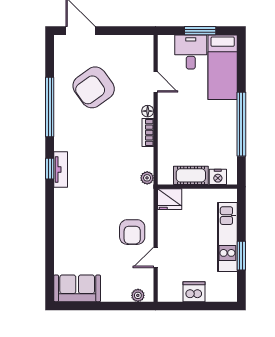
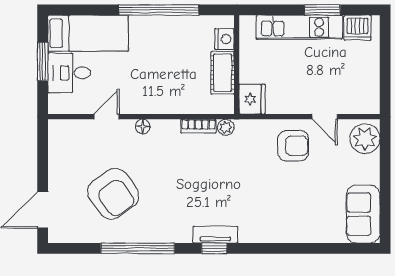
bookcase: (148, 132) -> (198, 126), moved
dishwasher: (194, 292) -> (357, 28), moved, turned -90
plant: (138, 295) -> (365, 139), width x1.88, depth x1.88

